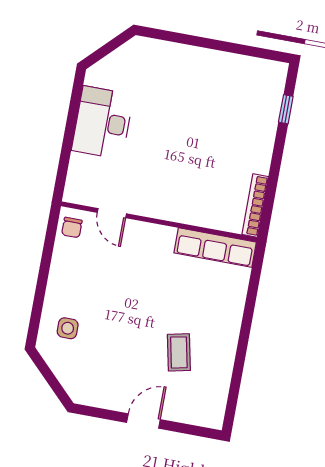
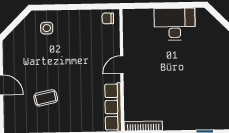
door: (112, 213) -> (122, 65), moved

